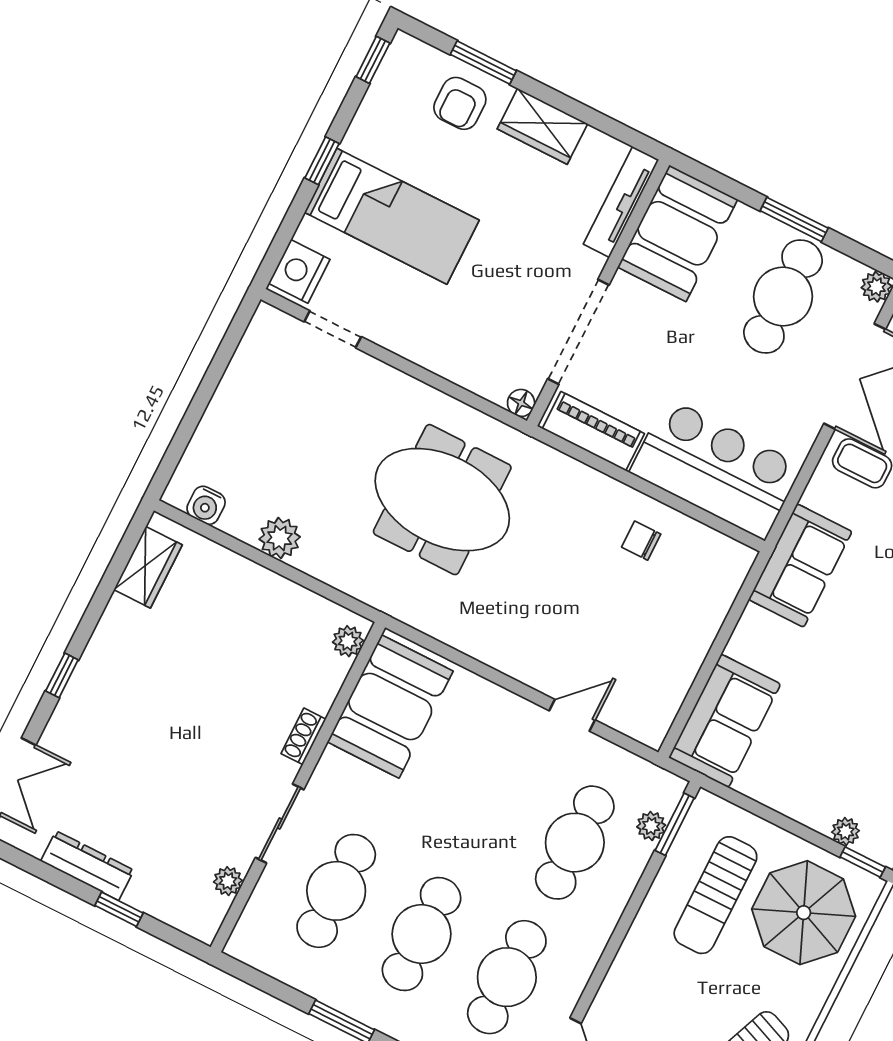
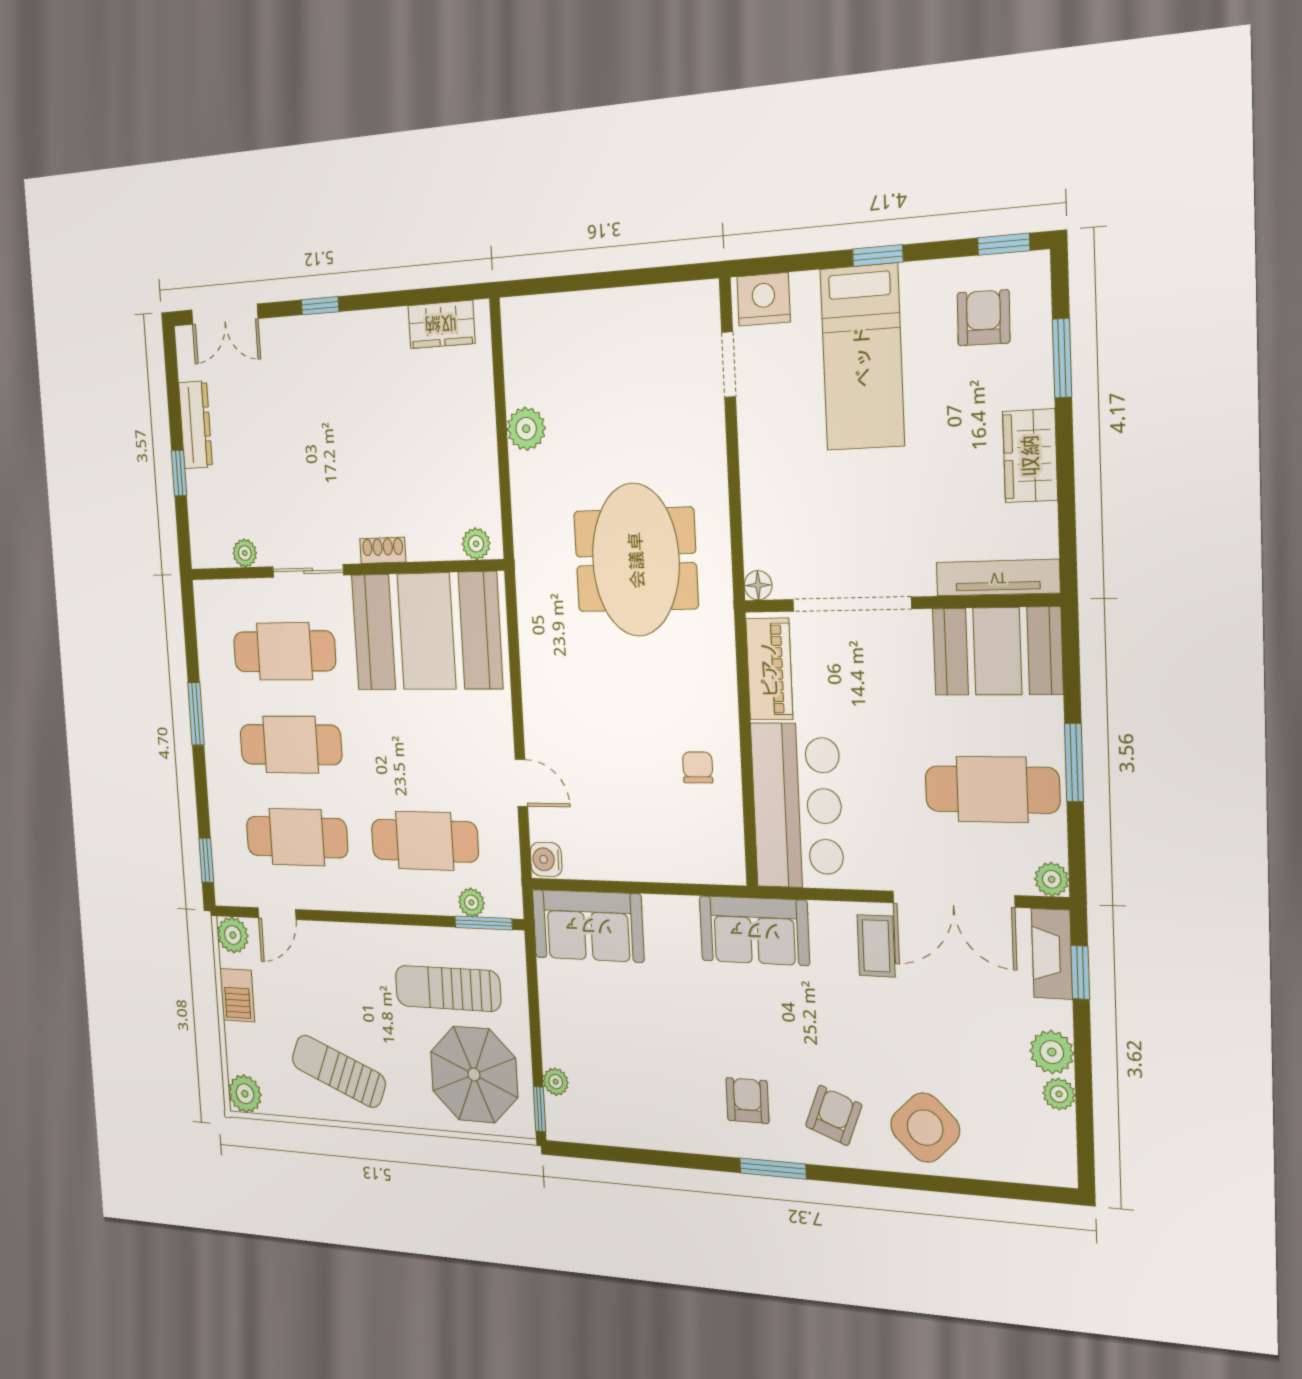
armchair: (460, 103) -> (984, 318), moved, turned 91
water cooler: (206, 505) -> (546, 859), moved
booth: (390, 707) -> (426, 631), width x1.36, depth x1.42

